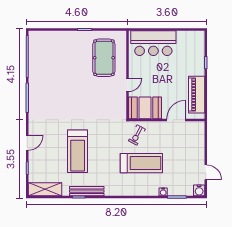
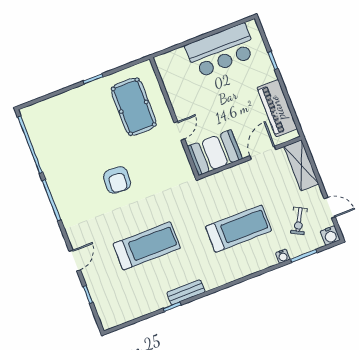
bar counter: (153, 43) -> (221, 51), moved
armchair: (75, 101) -> (117, 180), added
exercise bike: (137, 135) -> (299, 221), moved
treadmill: (78, 151) -> (147, 246), turned -90
shelving: (45, 189) -> (301, 165), moved, turned 90
bench: (87, 191) -> (186, 292), width x0.73

